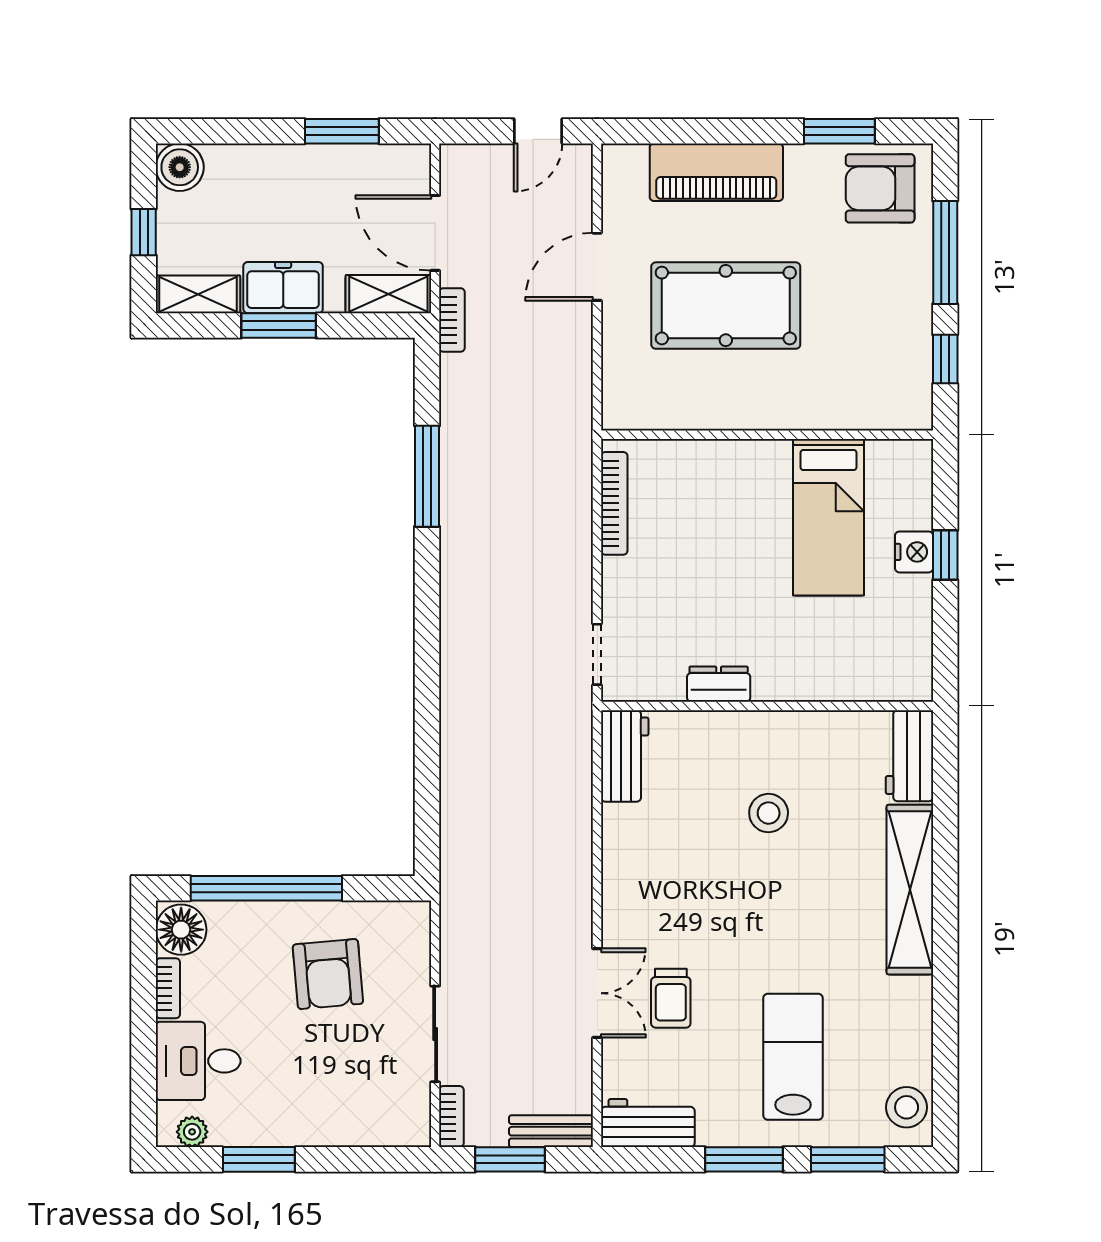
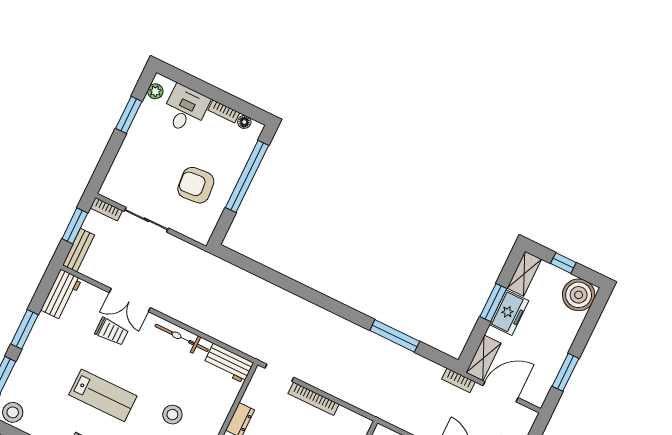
boiler: (180, 167) -> (579, 295), width x1.37, depth x1.37
bookcase: (614, 503) -> (314, 399), moved
bicycle: (620, 864) -> (182, 338), added
floor lamp: (181, 930) -> (244, 122), width x0.53, depth x0.53
trolley: (671, 998) -> (112, 332), turned 180
lab bench: (793, 1057) -> (103, 395), moved

